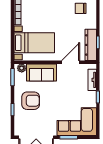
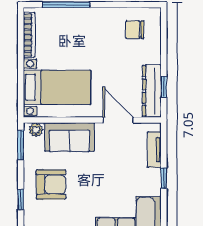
door: (71, 62) -> (118, 120), hinge flipped

